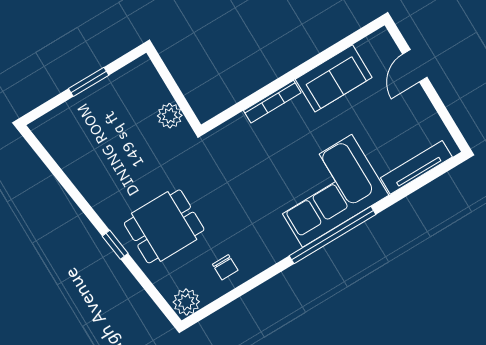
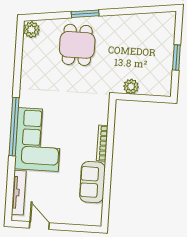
door: (415, 66) -> (39, 225), moved
window: (115, 245) -> (85, 14), width x1.50
chair: (225, 267) -> (35, 61), removed

